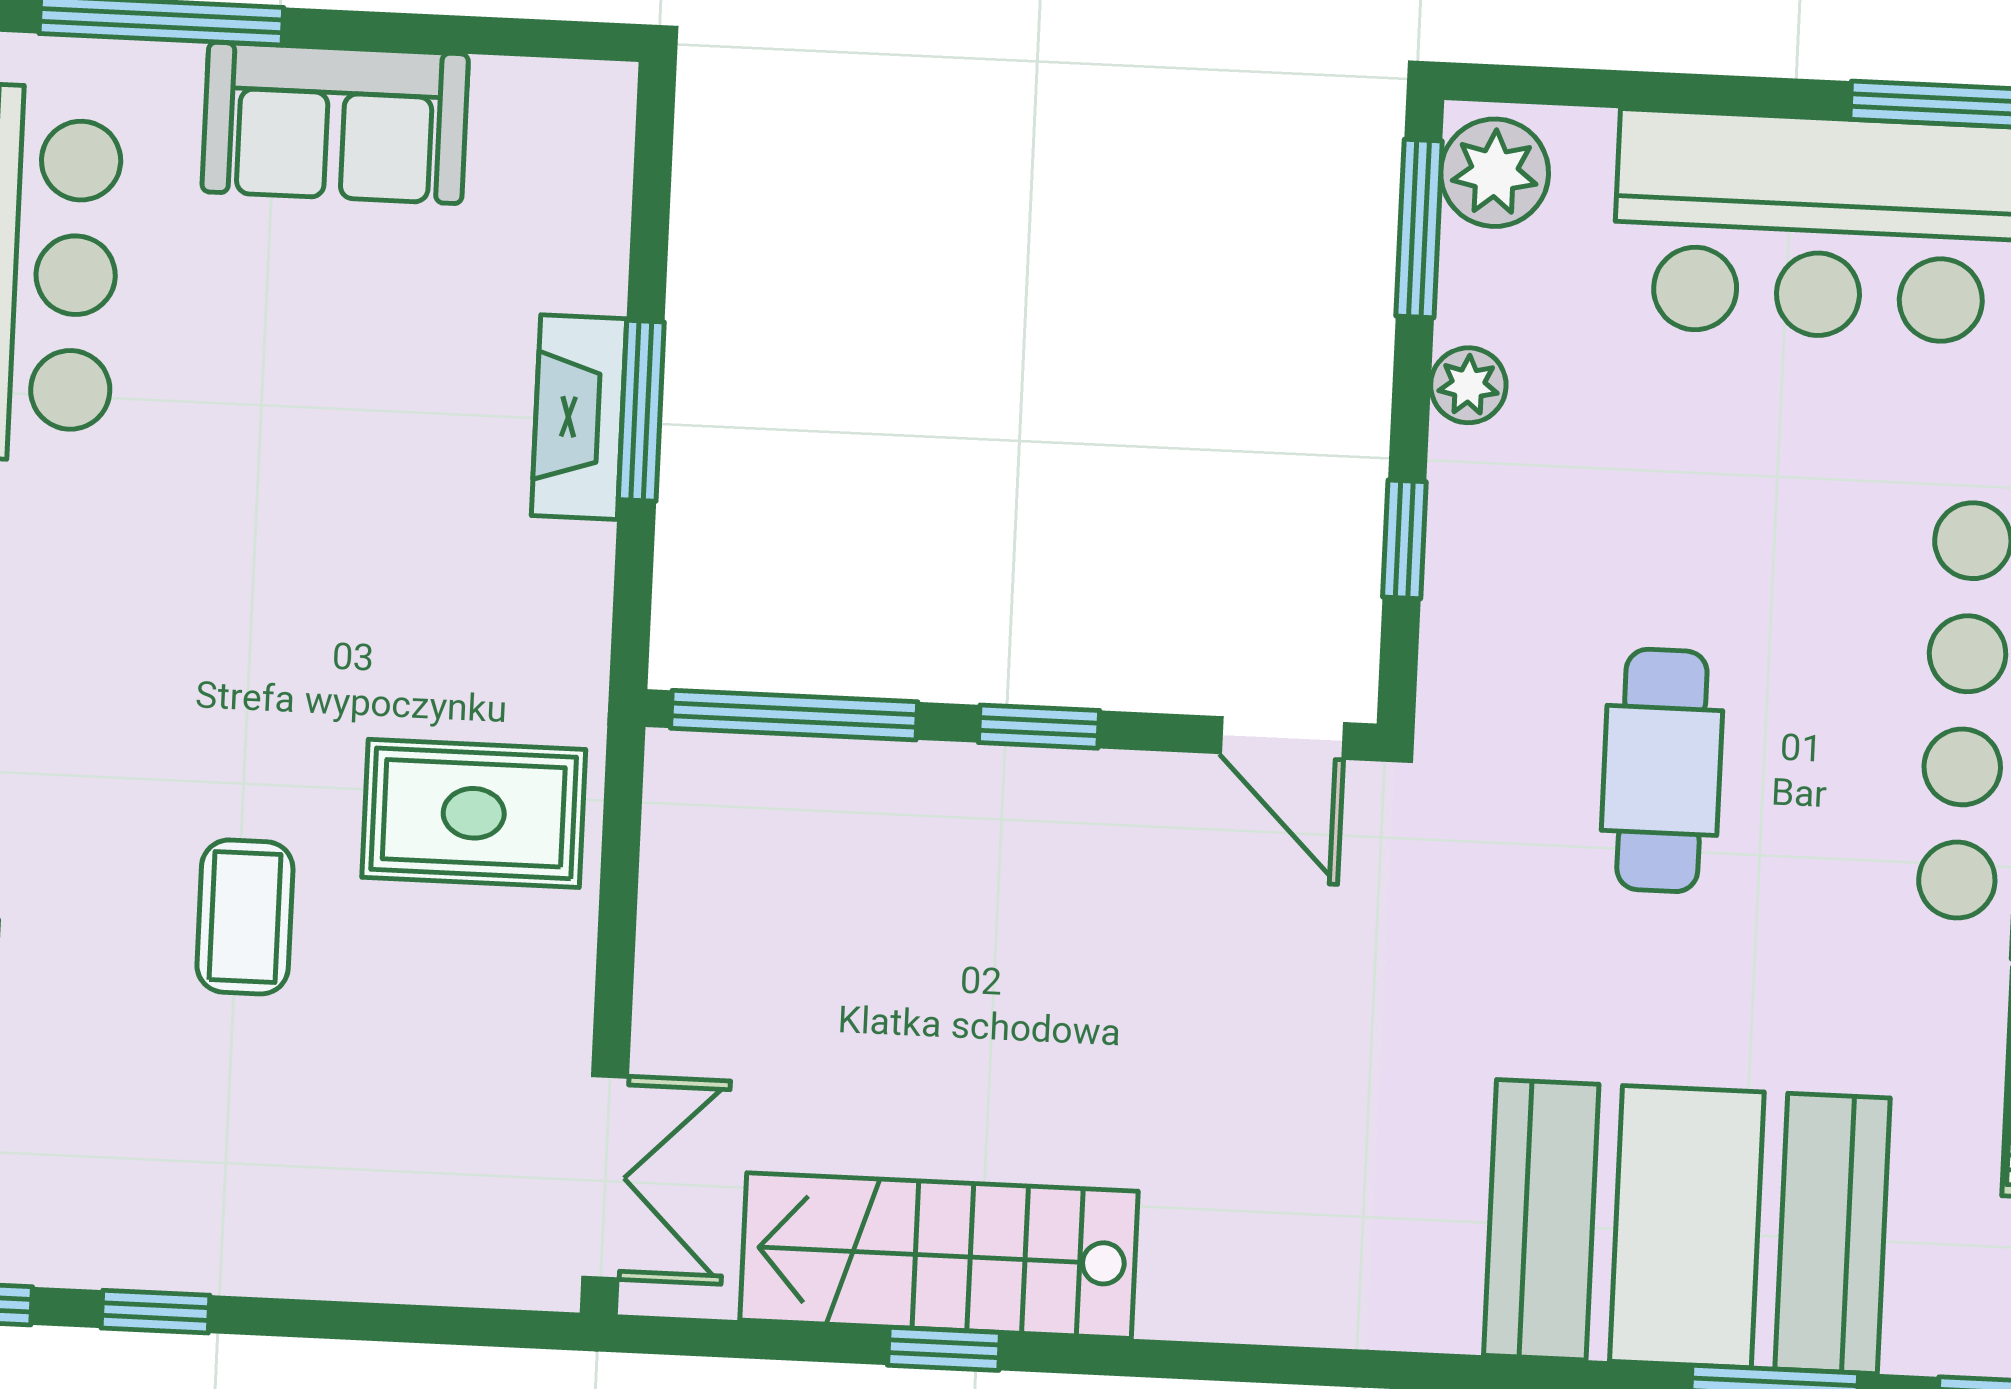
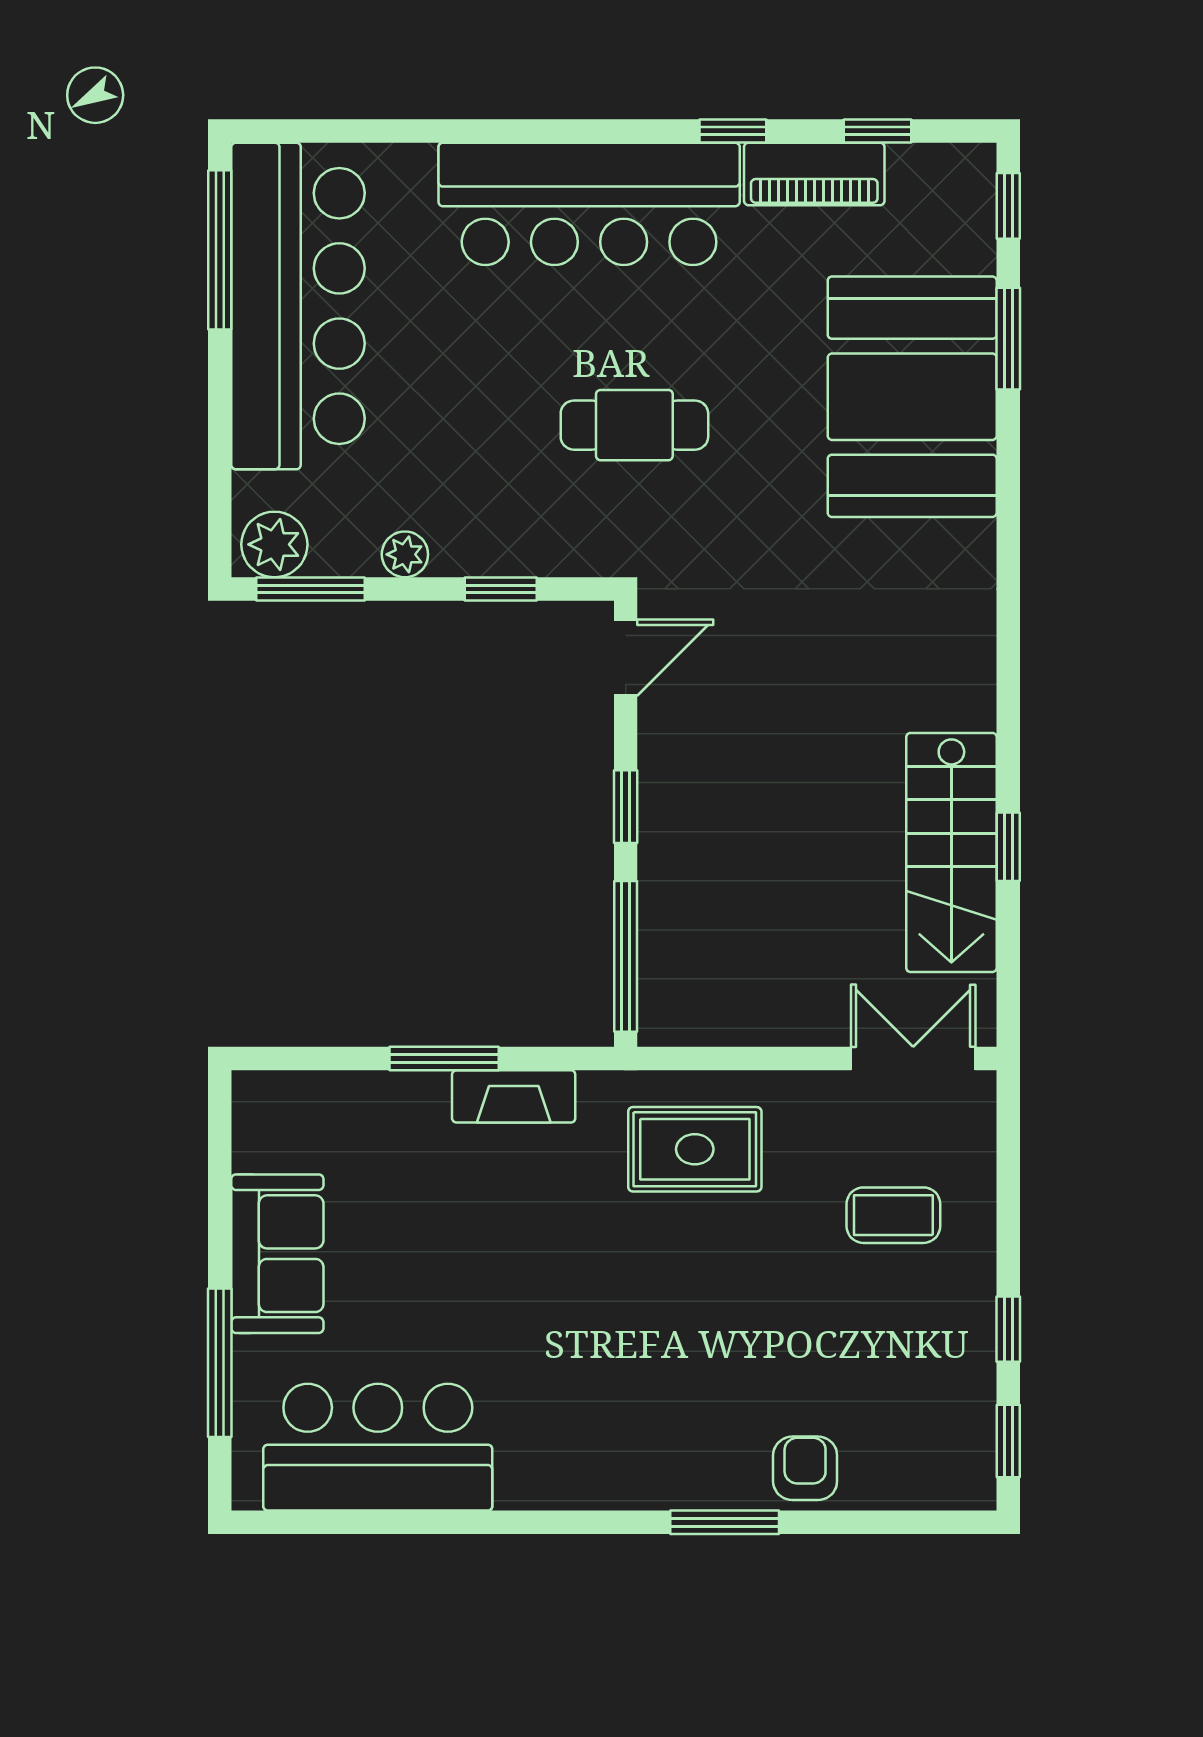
fireplace: (579, 417) -> (514, 1096), moved
rug: (474, 813) -> (695, 1149), turned 90
coffee table: (245, 917) -> (893, 1215), moved

